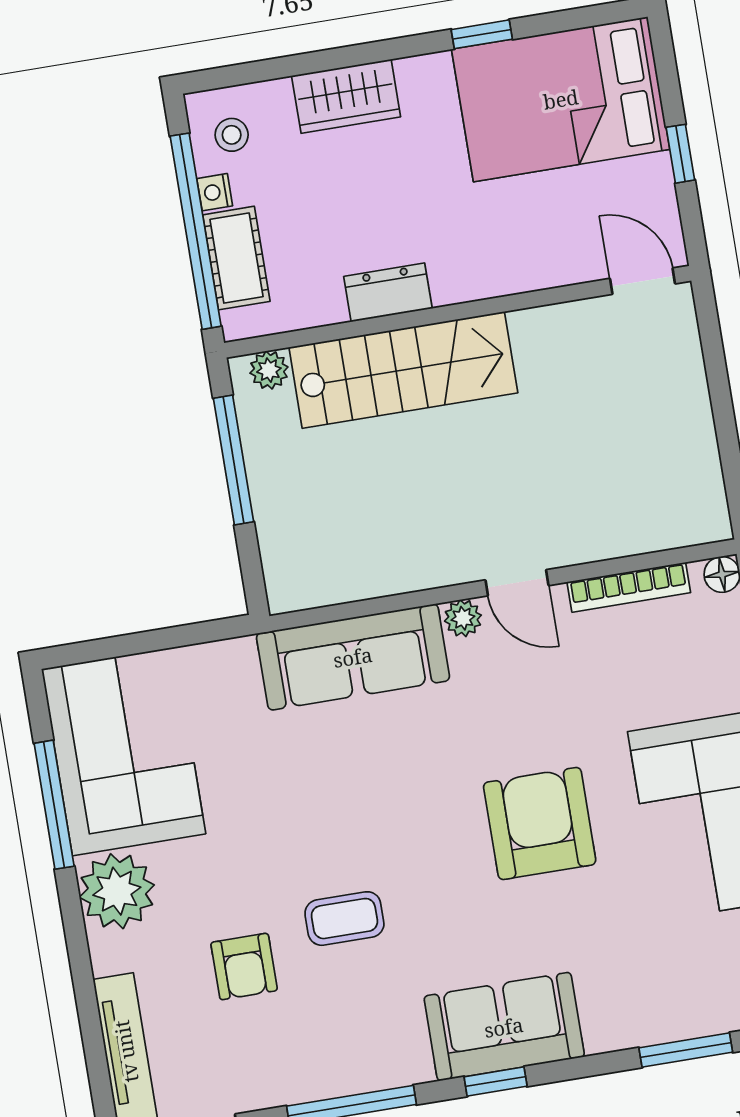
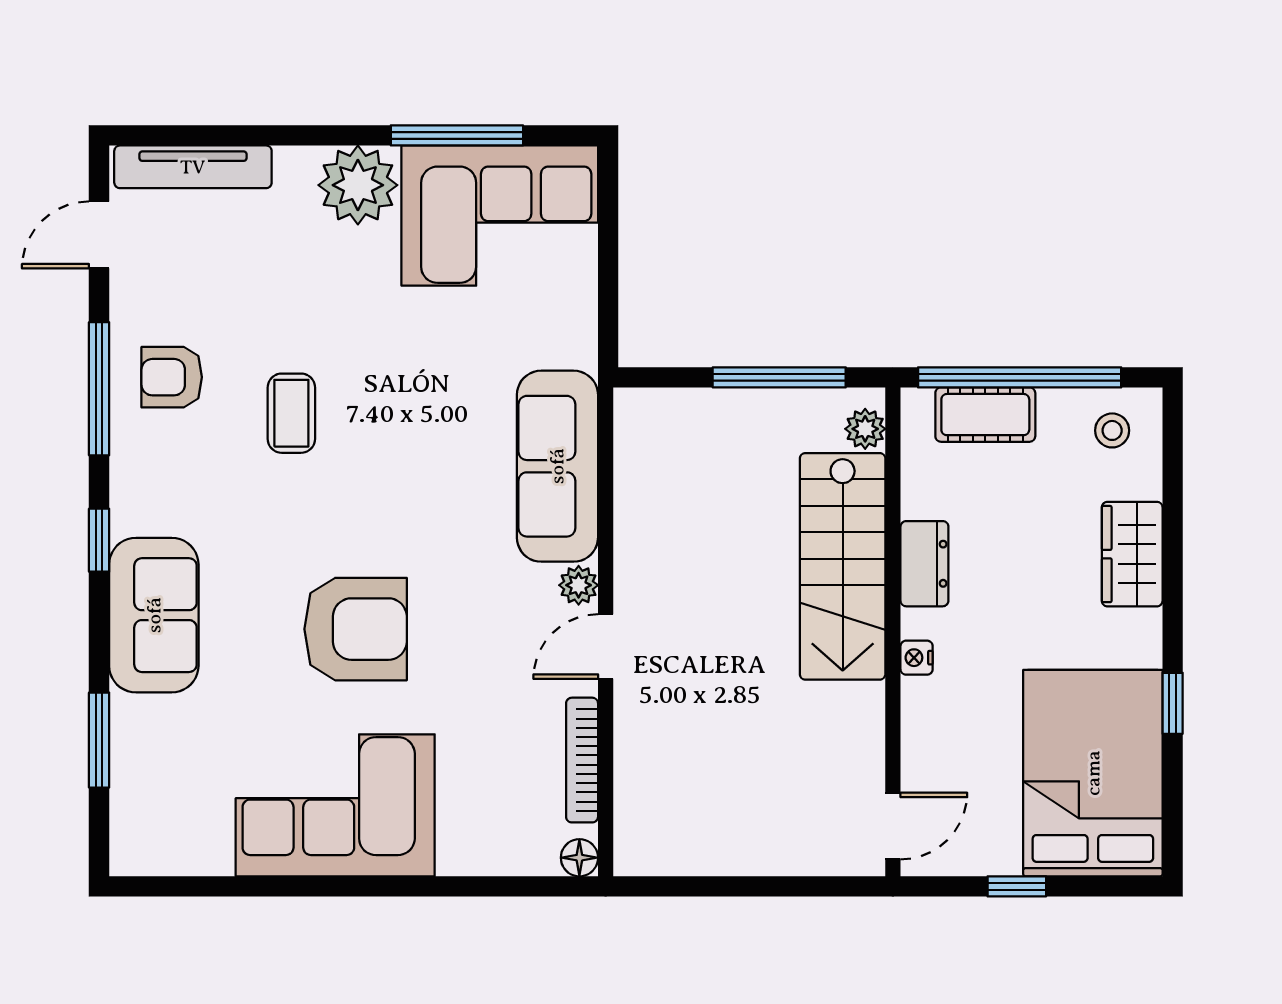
nightstand: (215, 192) -> (917, 658), moved, turned -90
armchair: (244, 967) -> (172, 377), moved
sofa: (504, 1027) -> (154, 615), moved

